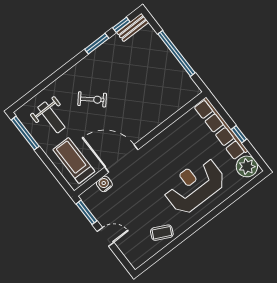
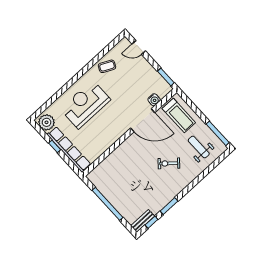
reception desk: (194, 186) -> (85, 104), turned 180
door: (105, 237) -> (139, 47), moved

